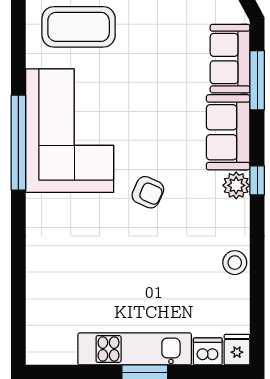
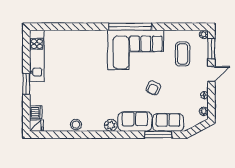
coffee table: (79, 27) -> (182, 54), width x0.73, depth x0.76
window: (257, 180) -> (113, 135), removed
armchair: (148, 192) -> (153, 88), moved
kitchen unit: (135, 349) -> (37, 56), moved

